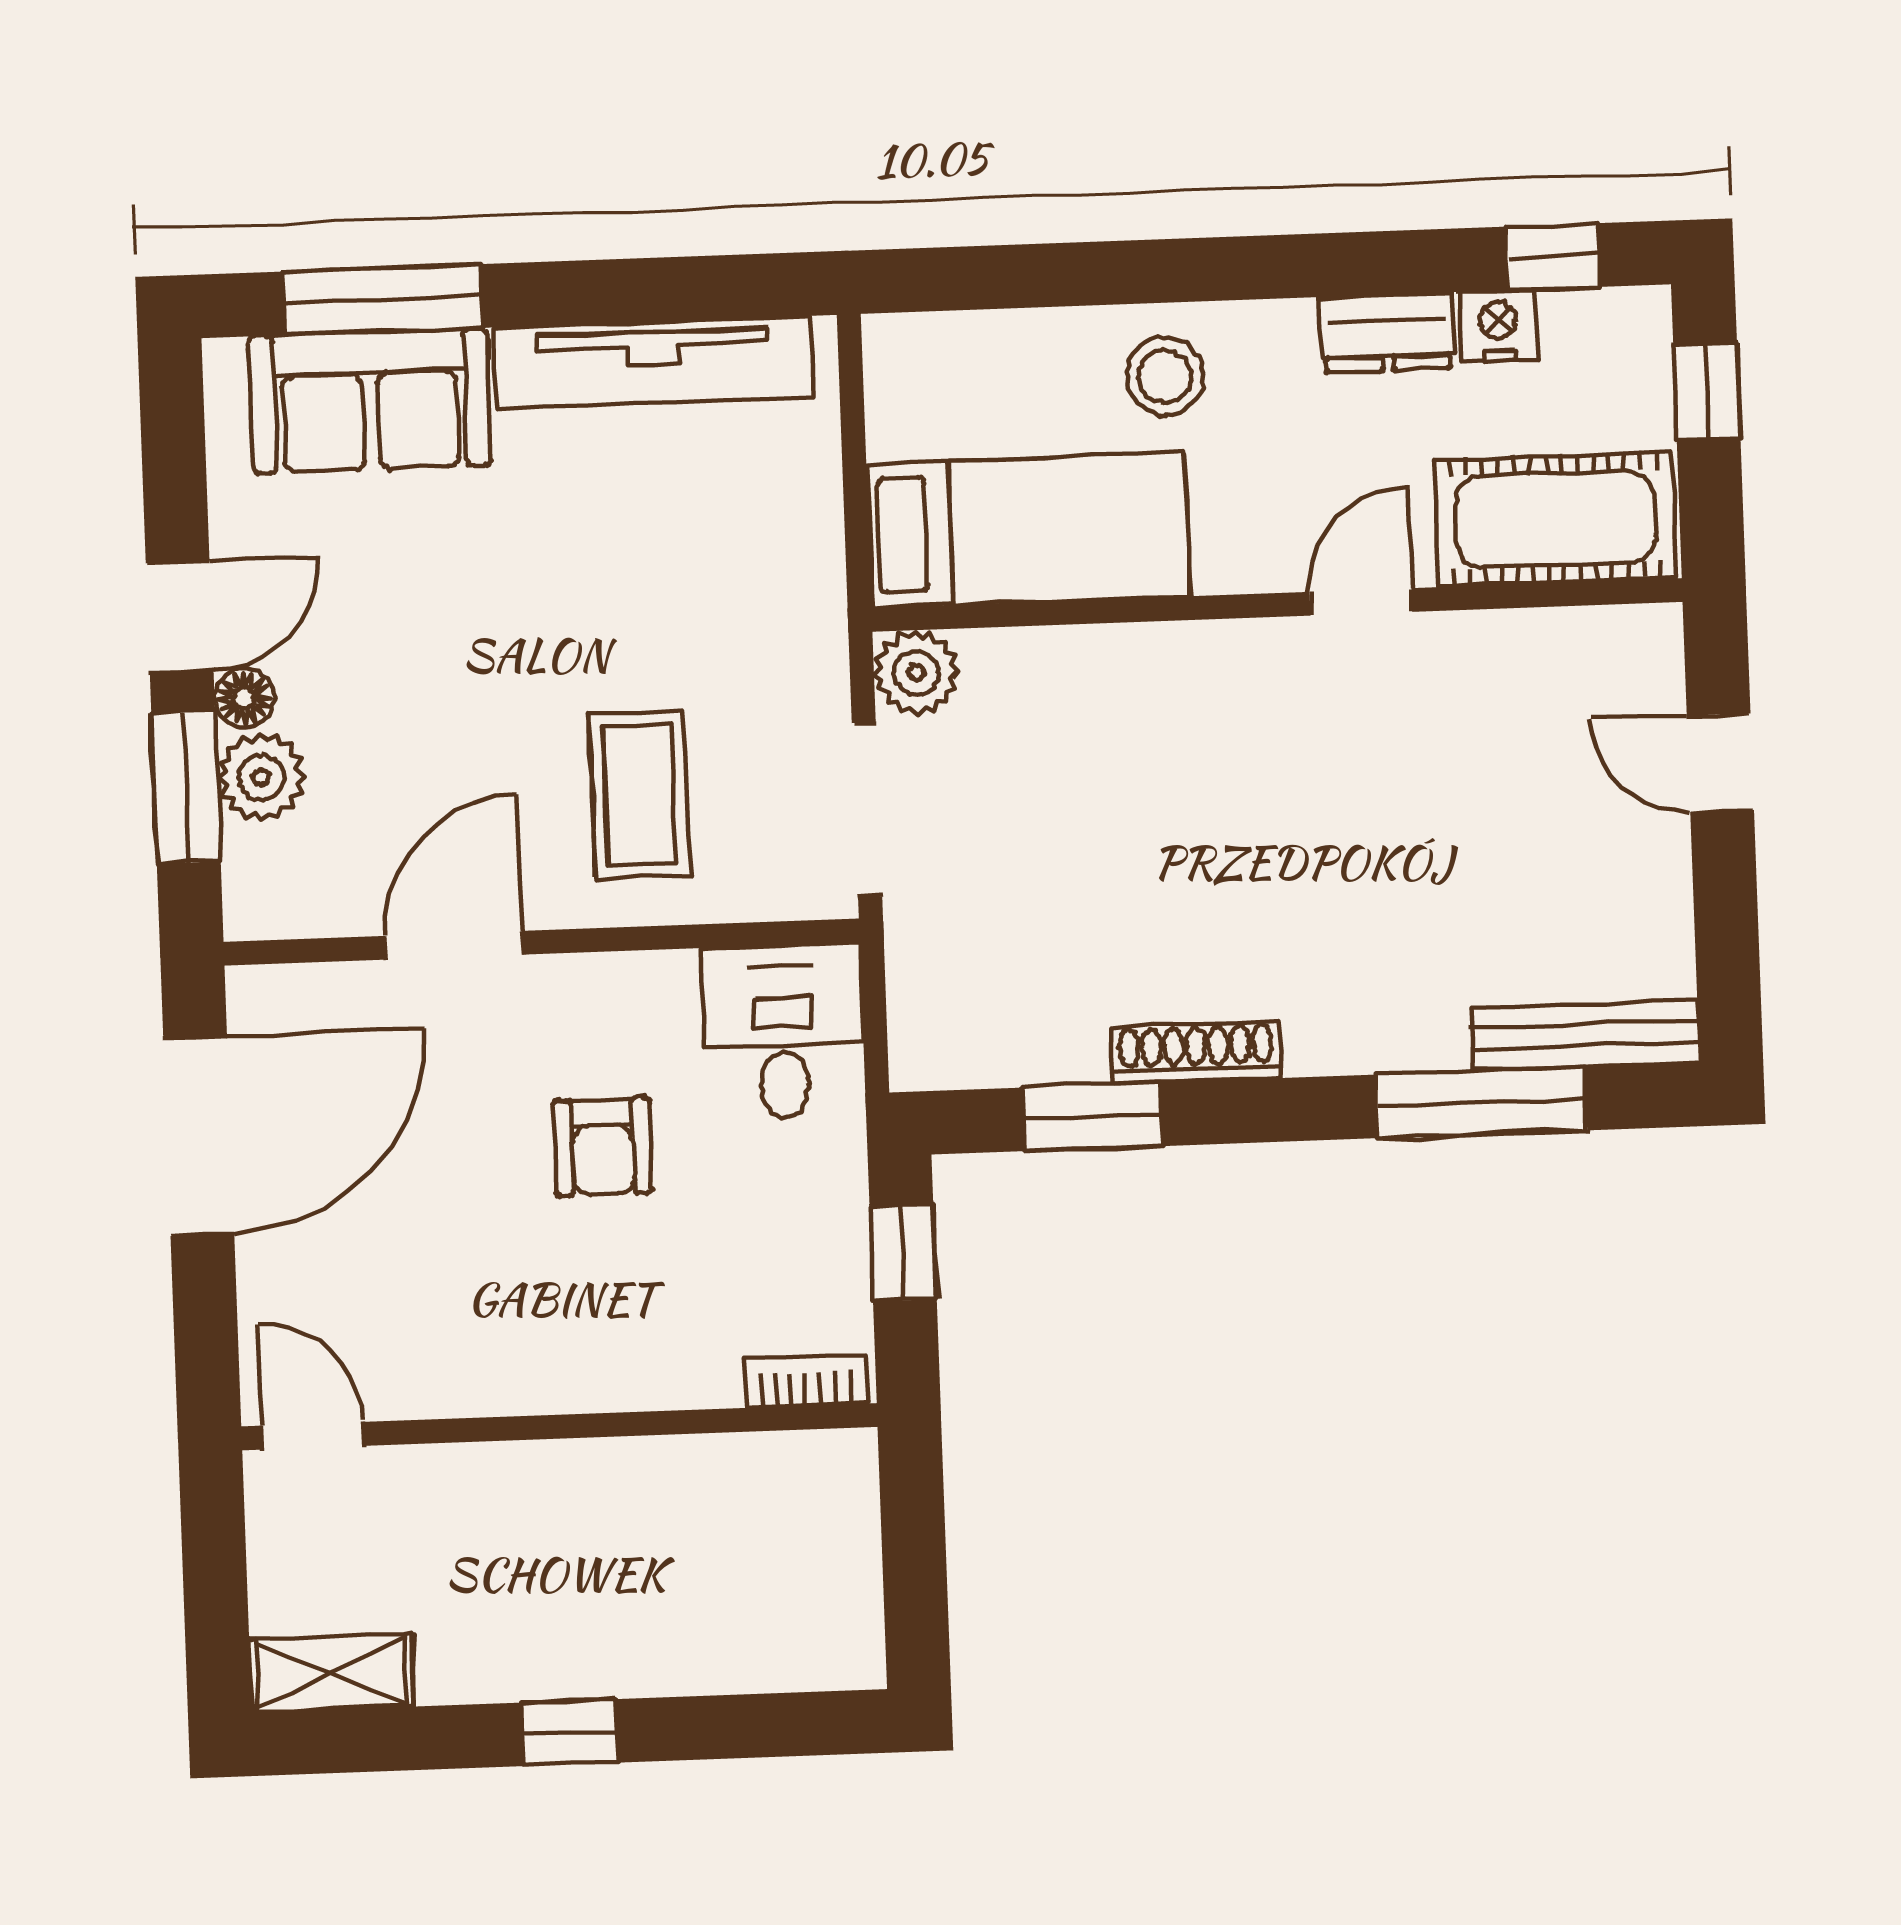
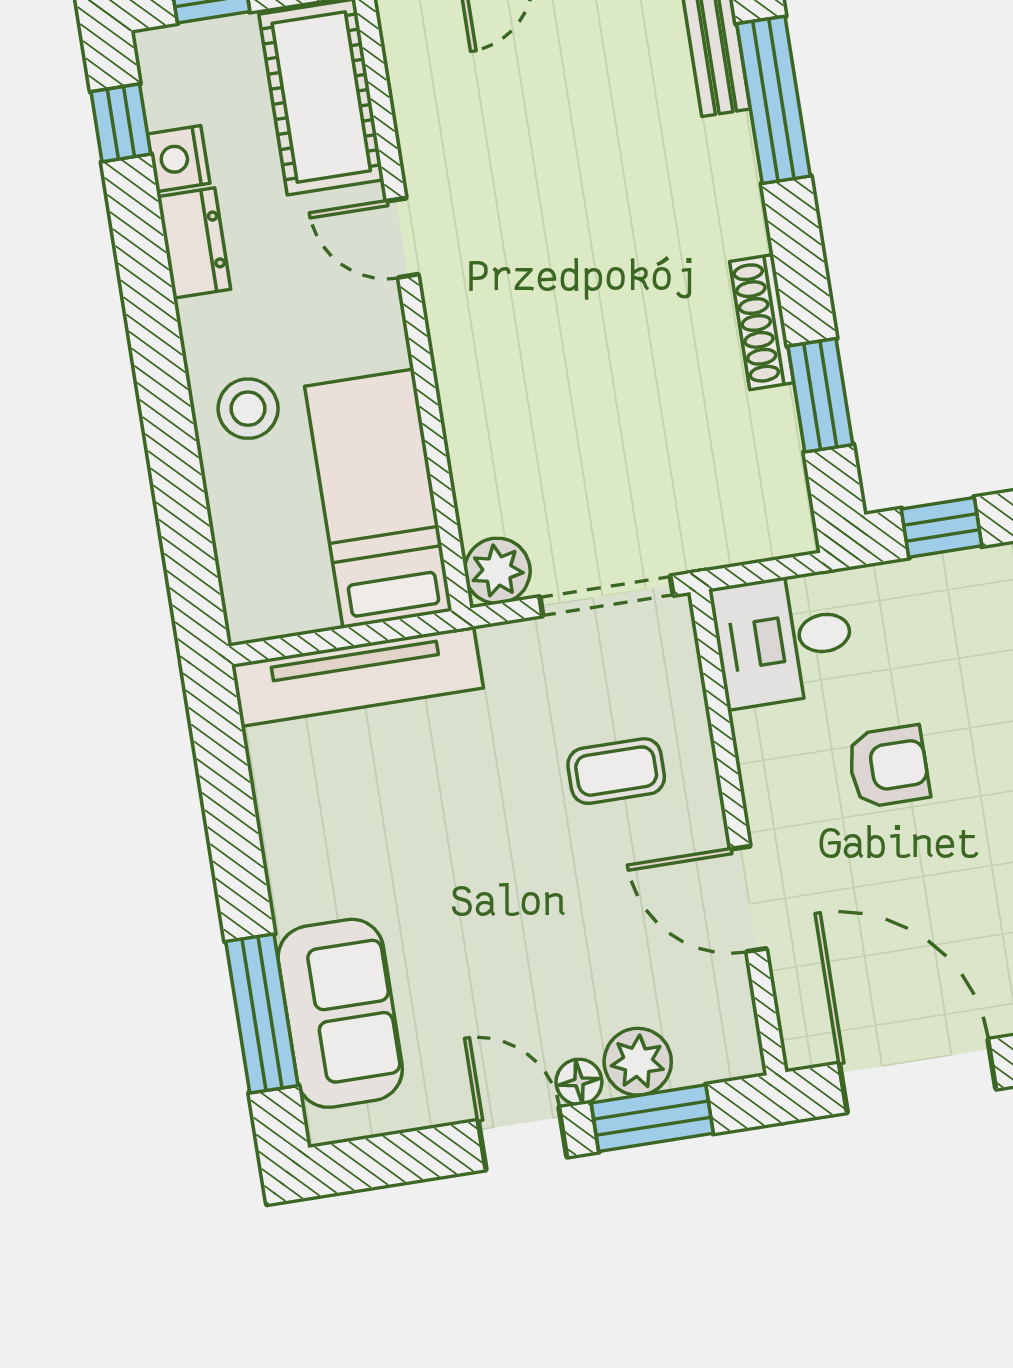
tv unit: (653, 362) -> (357, 676), moved, turned 90
coffee table: (639, 795) -> (616, 771), width x0.73, depth x0.77

